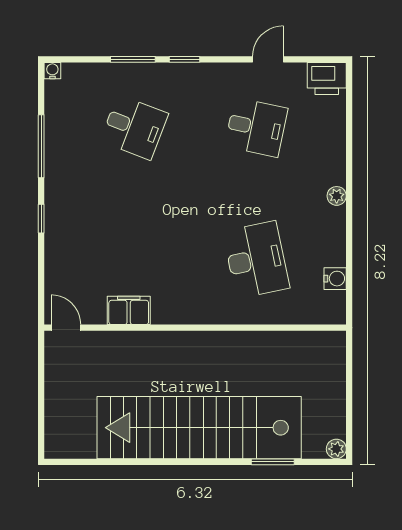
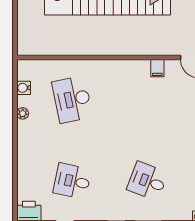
plant: (337, 196) -> (23, 113), moved
filing cabinet: (129, 310) -> (157, 68), width x0.50

